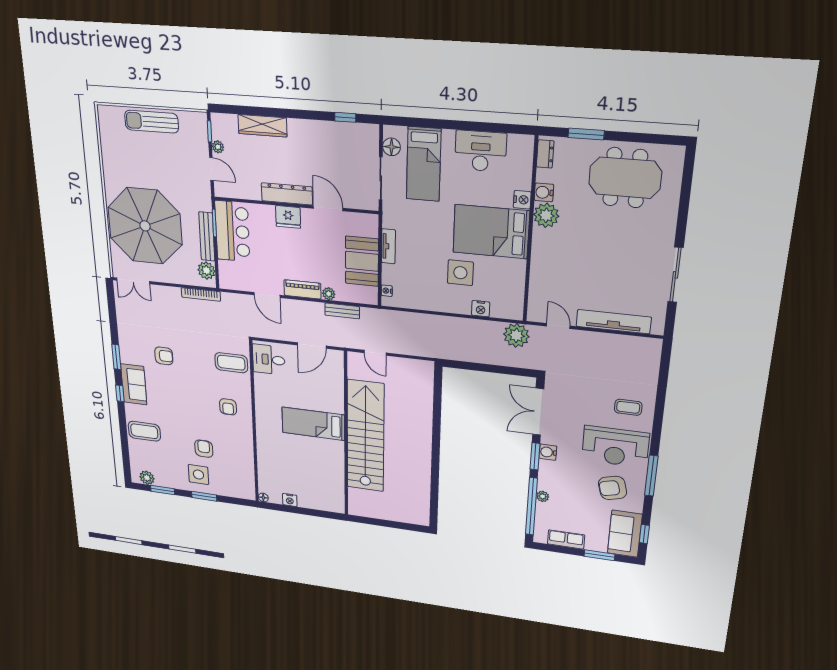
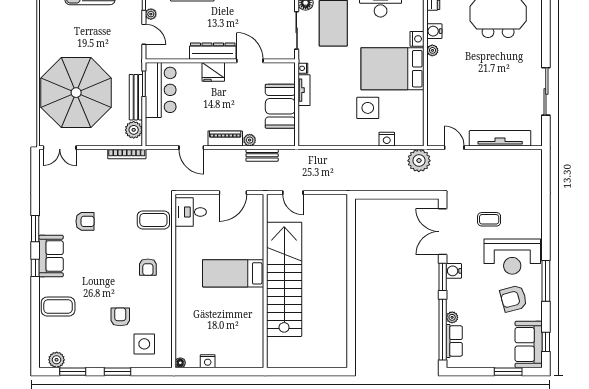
plant: (546, 215) -> (432, 50), width x0.53, depth x0.53
nightstand: (387, 291) -> (303, 68), moved
coffee table: (628, 407) -> (489, 219), moved
side table: (198, 475) -> (144, 344), moved
row of seats: (566, 539) -> (454, 341), moved, turned 90

